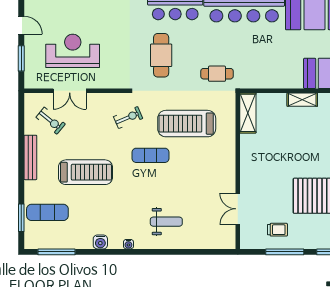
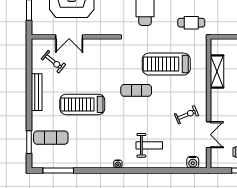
shelving: (248, 113) -> (217, 72), moved
exercise bike: (128, 117) -> (187, 115), moved
treadmill: (85, 172) -> (82, 104), turned 180
double door: (238, 209) -> (209, 135), swing flipped
water cooler: (100, 242) -> (193, 162), moved

